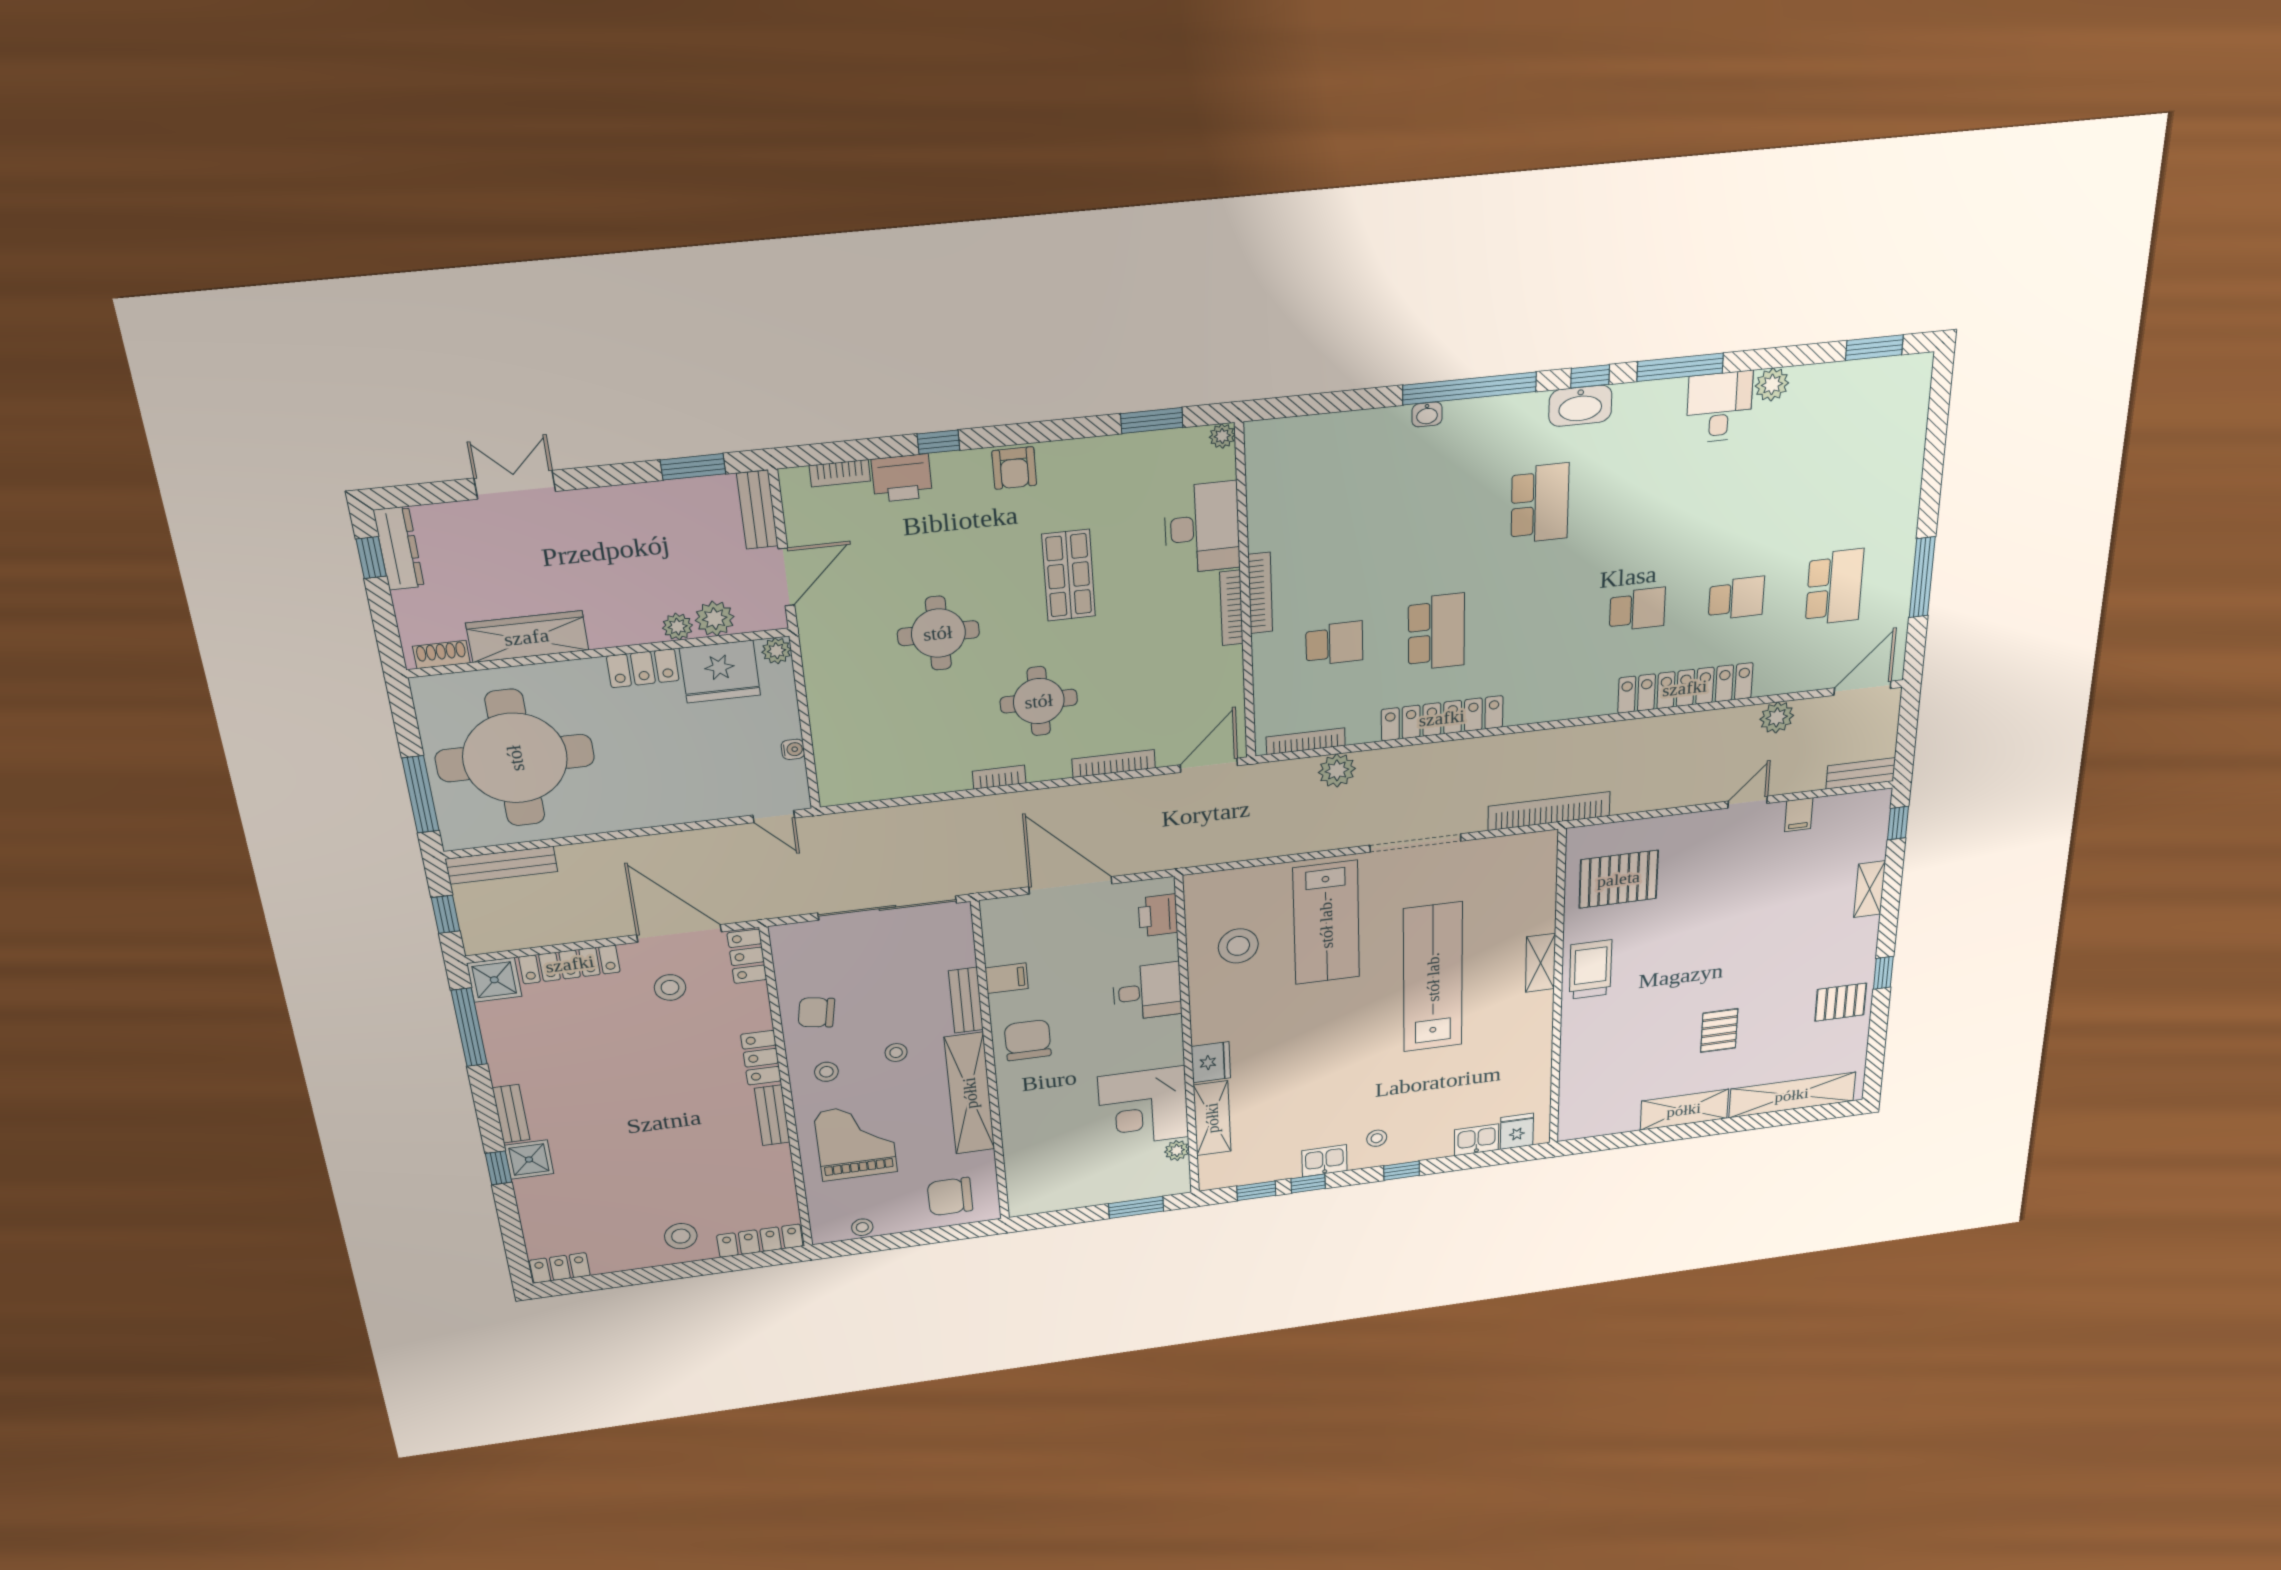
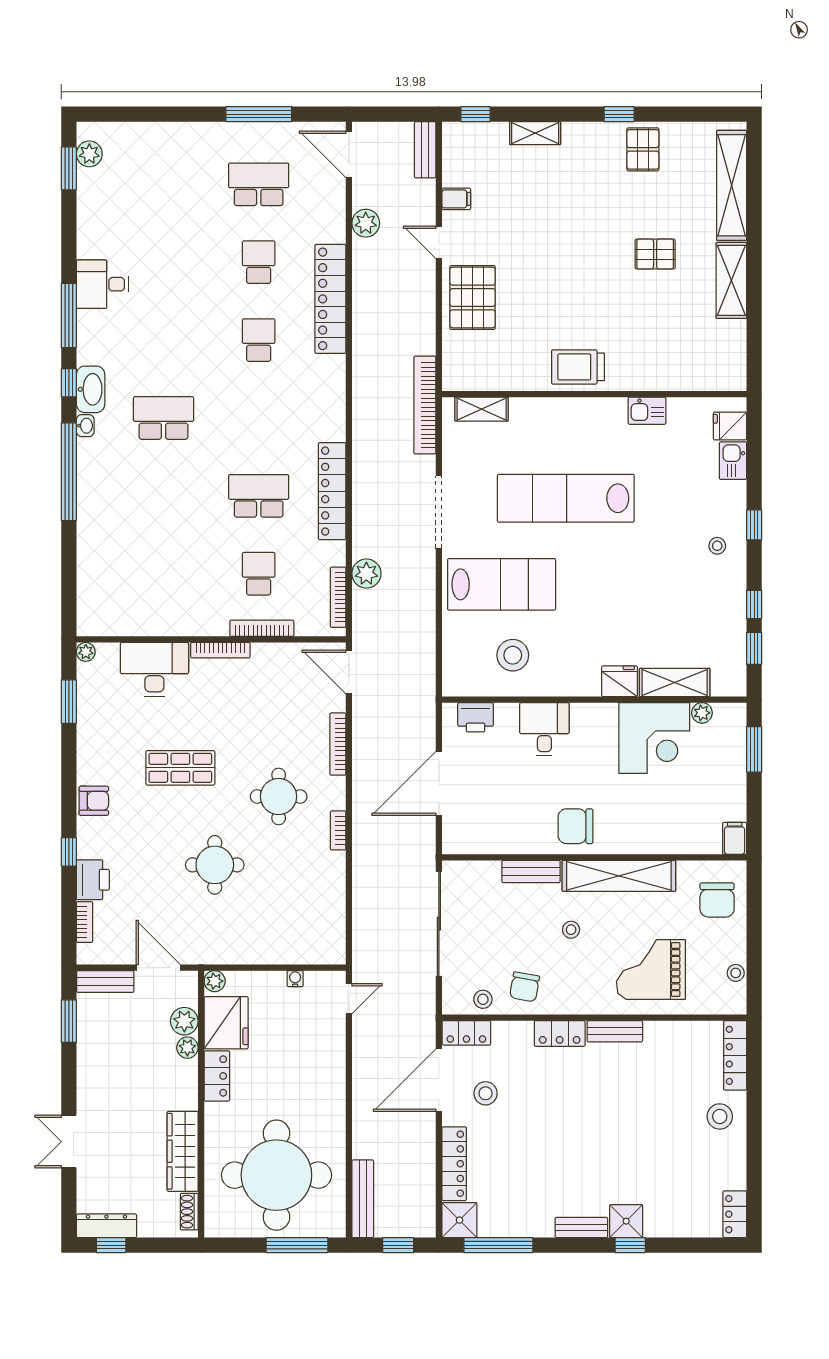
plant: (1772, 385) -> (89, 154), moved
washbasin: (1427, 414) -> (85, 426), moved
bookcase: (1260, 593) -> (262, 628), moved
pallet: (1619, 879) -> (473, 297), moved
shelving: (1541, 963) -> (482, 409), moved
filing cabinet: (1007, 978) -> (735, 838), moved
stool: (826, 1072) -> (483, 999), moved
kitchen sink: (1324, 1161) -> (647, 411), moved, turned -90

